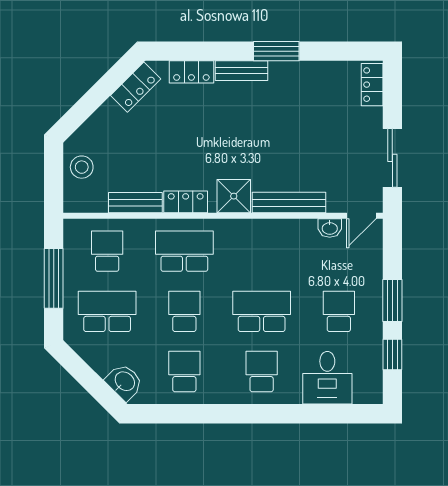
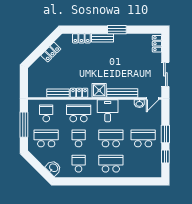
locker: (136, 87) -> (51, 52), moved
stool: (82, 167) -> (36, 78), removed
school desk: (339, 311) -> (143, 138), width x1.85
school desk: (262, 372) -> (111, 164), width x1.85
desk: (327, 378) -> (108, 111), moved, turned 180

